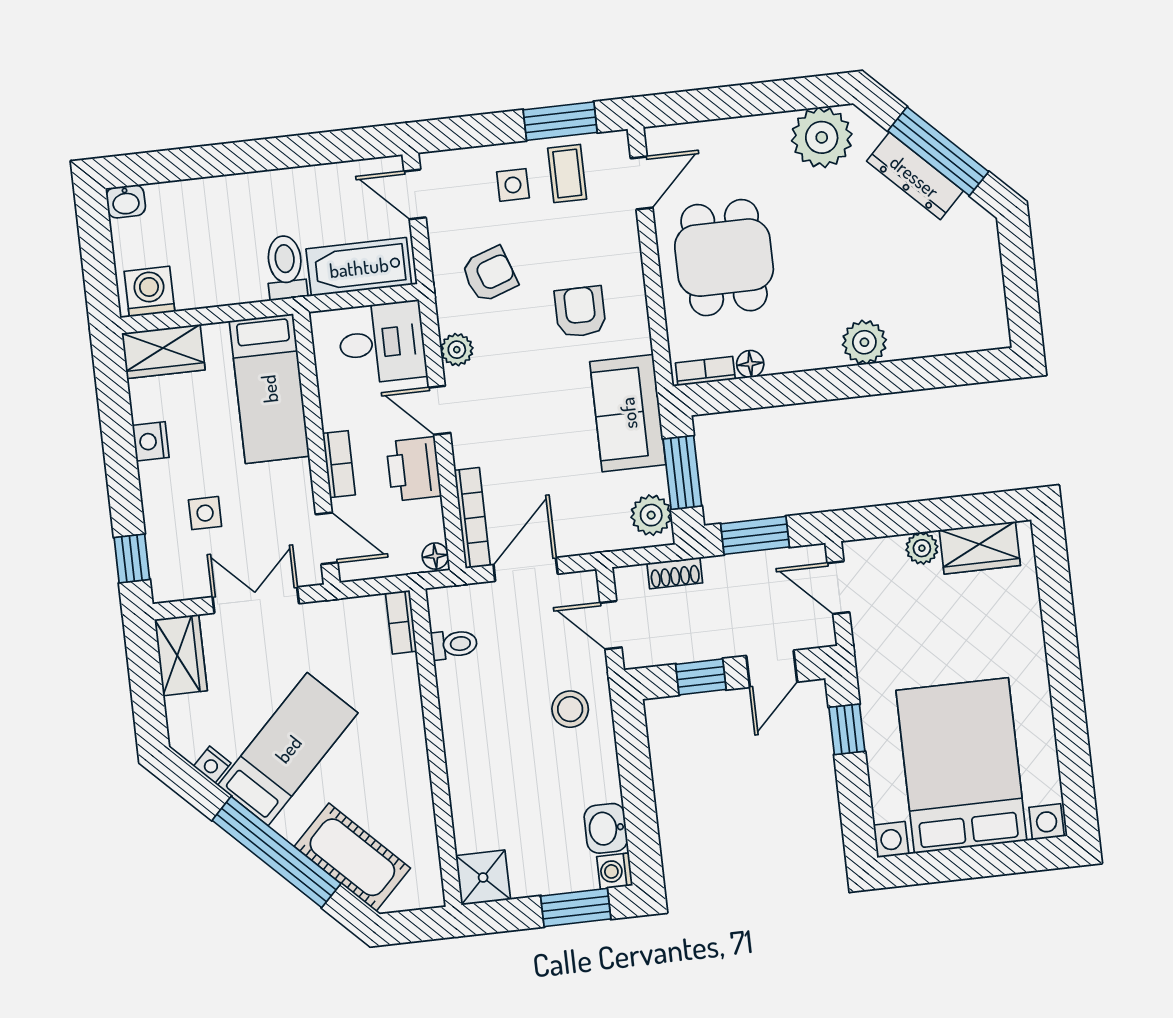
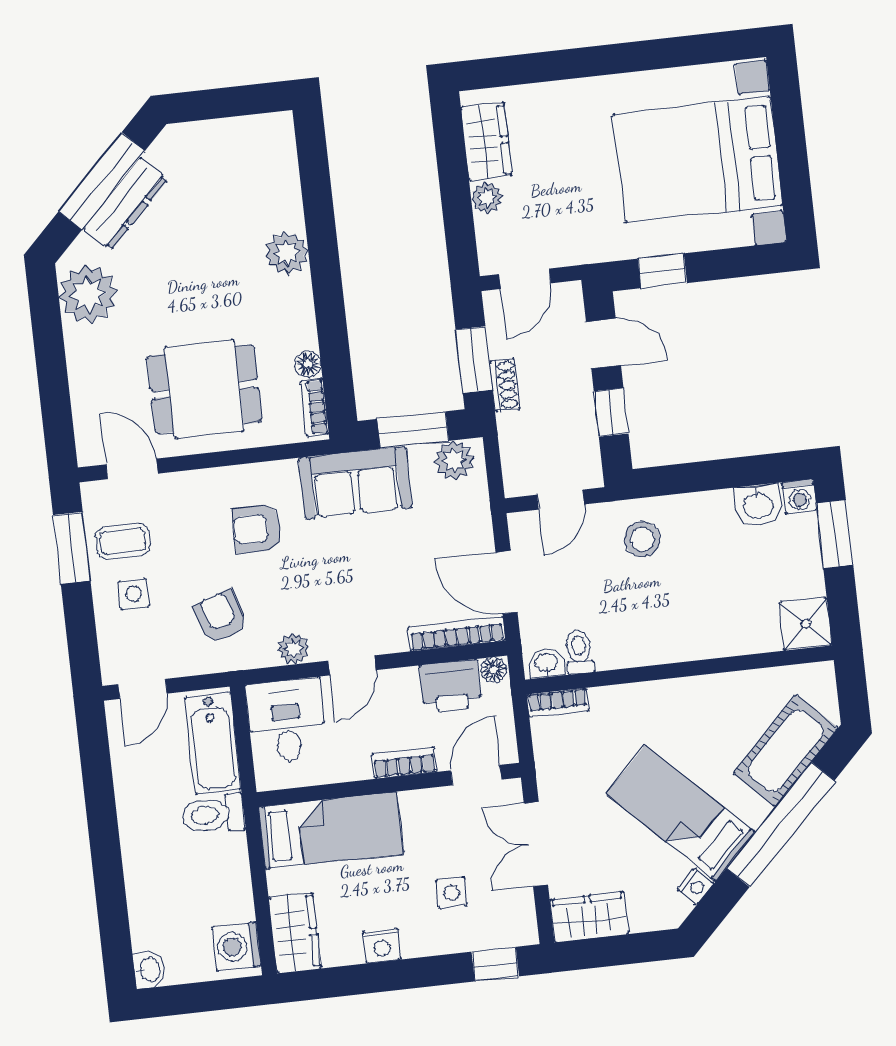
printer: (414, 469) -> (450, 686), moved
shoe rack: (675, 573) -> (505, 385), moved
washbasin: (442, 610) -> (546, 663), added

